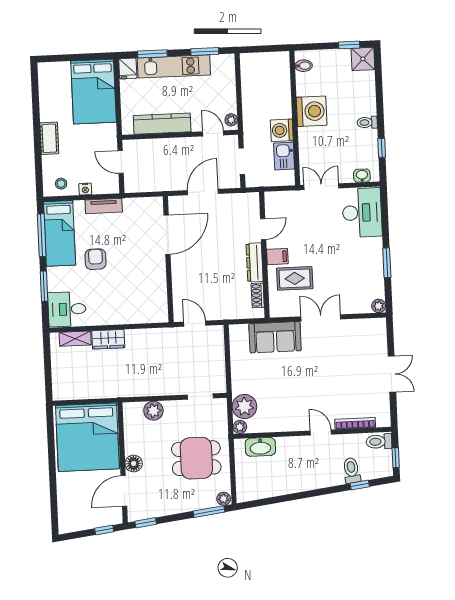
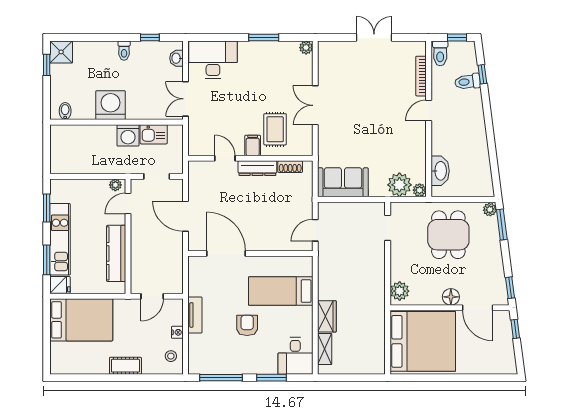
bed: (60, 233) -> (281, 291), moved, turned 180
armchair: (96, 259) -> (247, 325), turned 90
sofa: (275, 337) -> (343, 182), moved, turned -90
plant: (153, 411) -> (400, 291), moved

